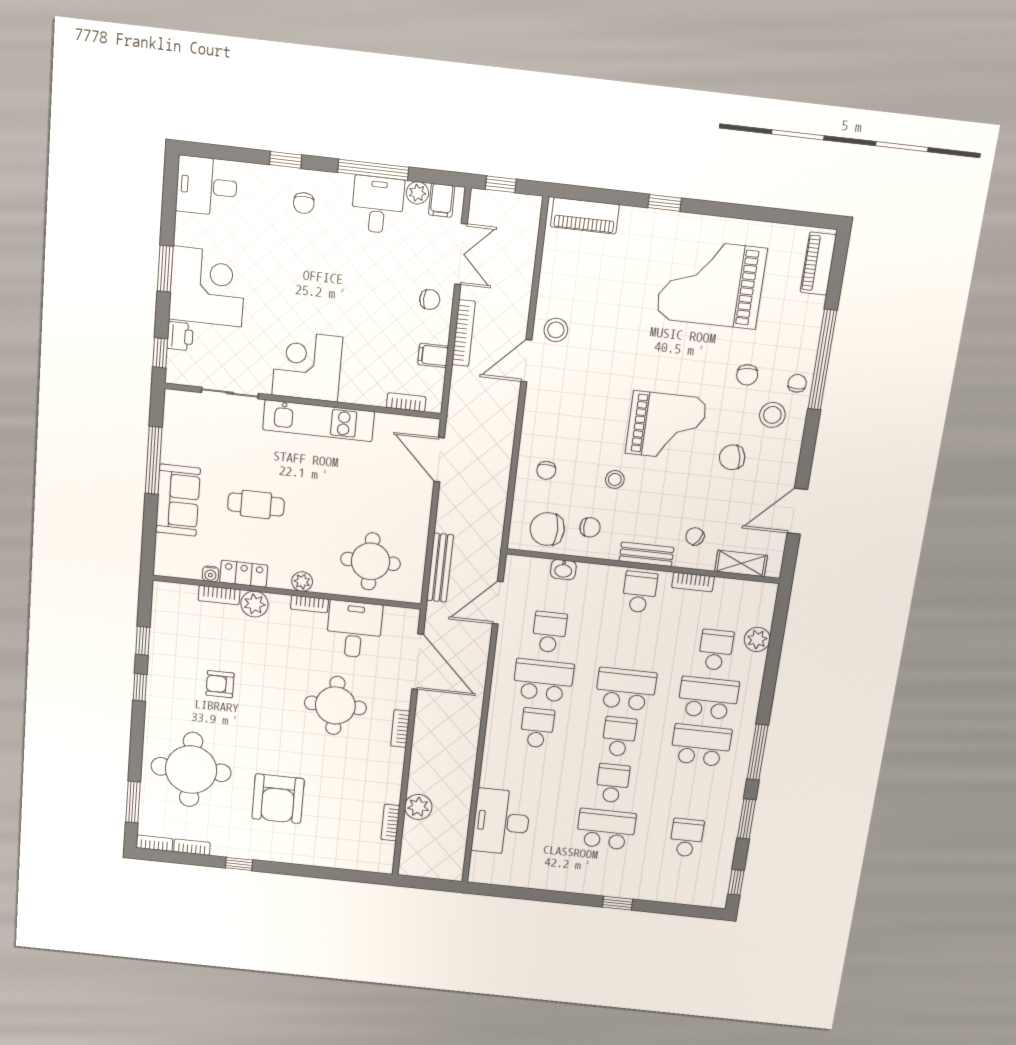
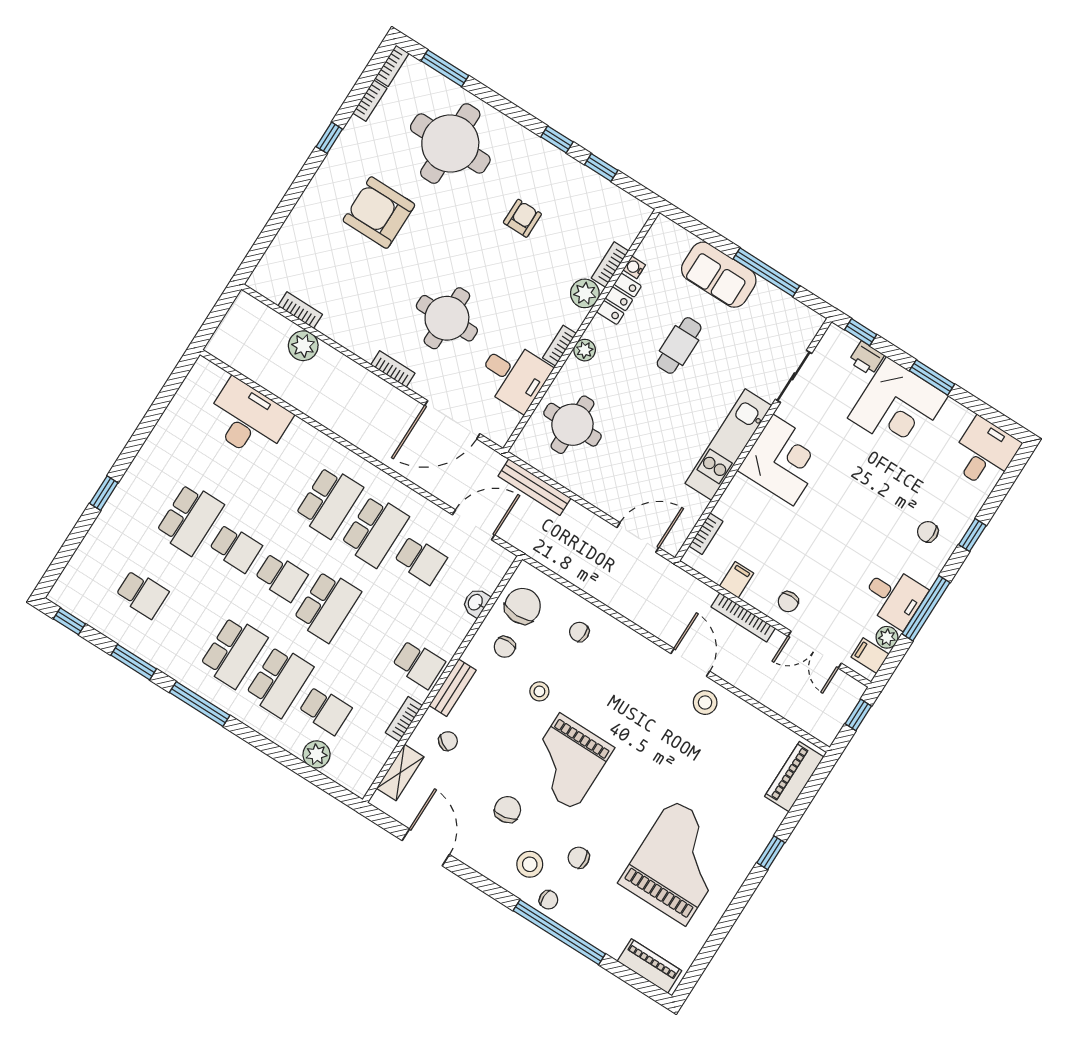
door: (498, 603) -> (474, 525), hinge flipped
school desk: (537, 728) -> (329, 502), width x1.85

